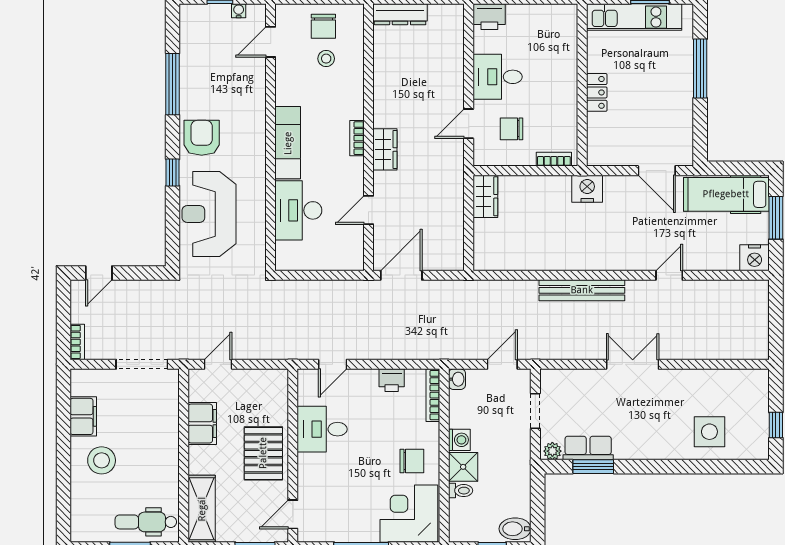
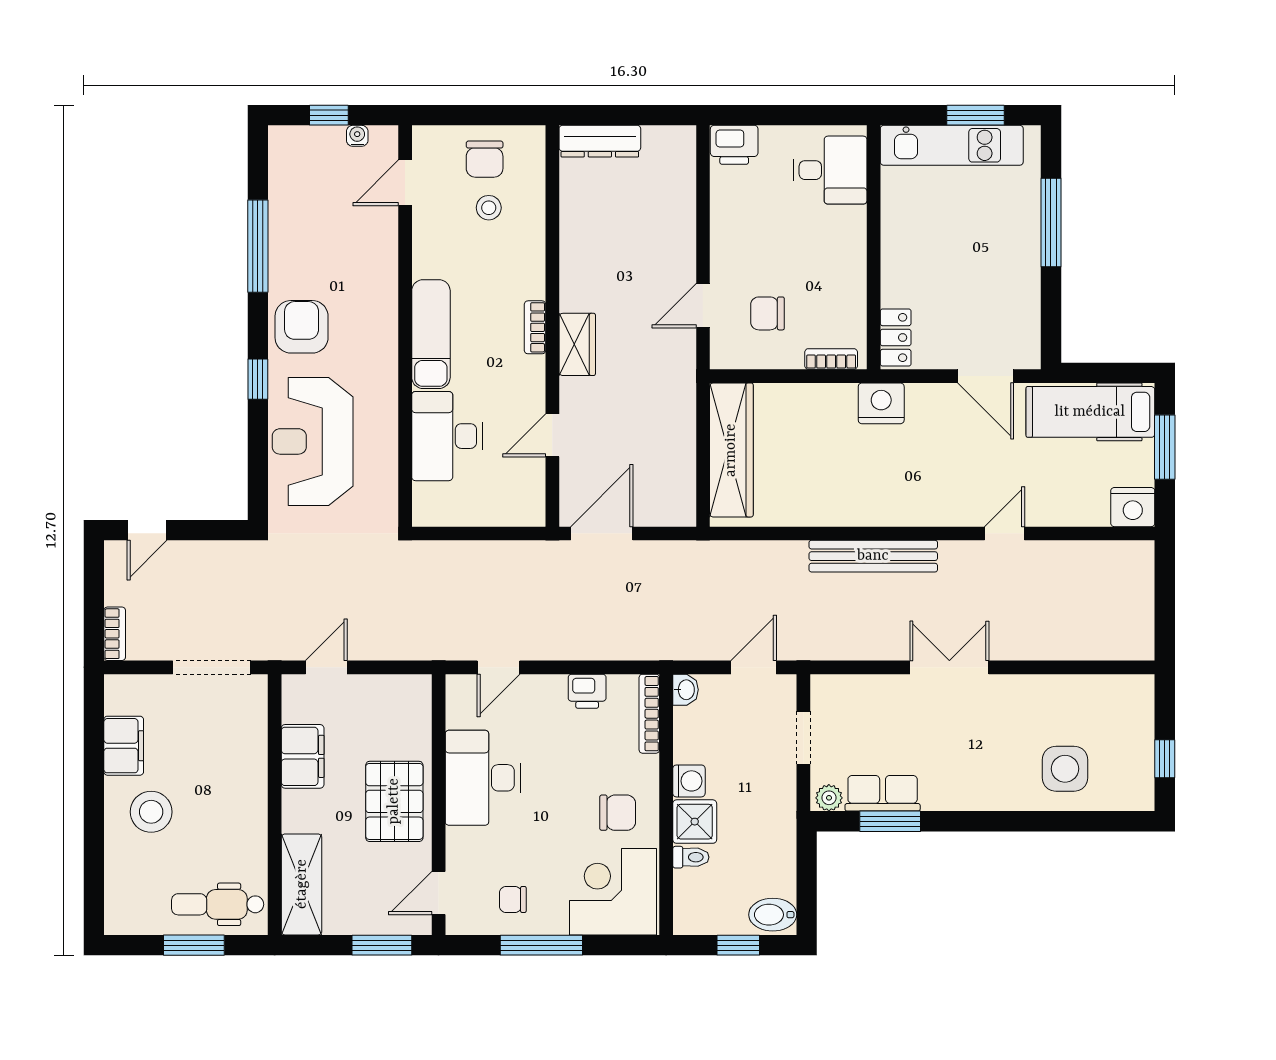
desk: (498, 77) -> (830, 170), moved, turned 180
locker: (597, 92) -> (896, 338), moved
wardrobe: (485, 196) -> (731, 450), width x2.10, depth x1.17
desk: (322, 429) -> (483, 778), width x1.37
chair: (342, 519) -> (513, 899), added

